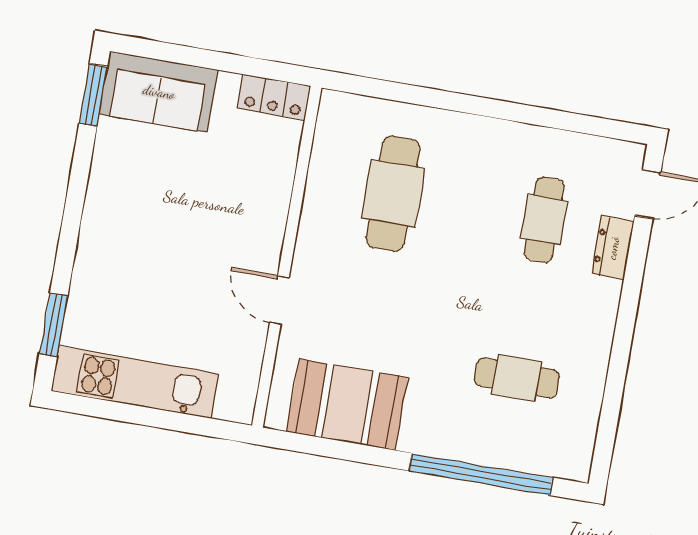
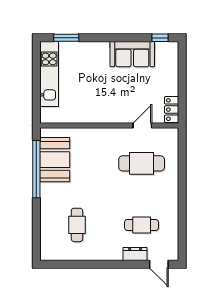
sofa: (159, 92) -> (132, 54), moved, turned -90
window: (93, 95) -> (160, 38), width x0.67
door: (279, 300) -> (142, 126), moved
window: (481, 474) -> (36, 169), moved

